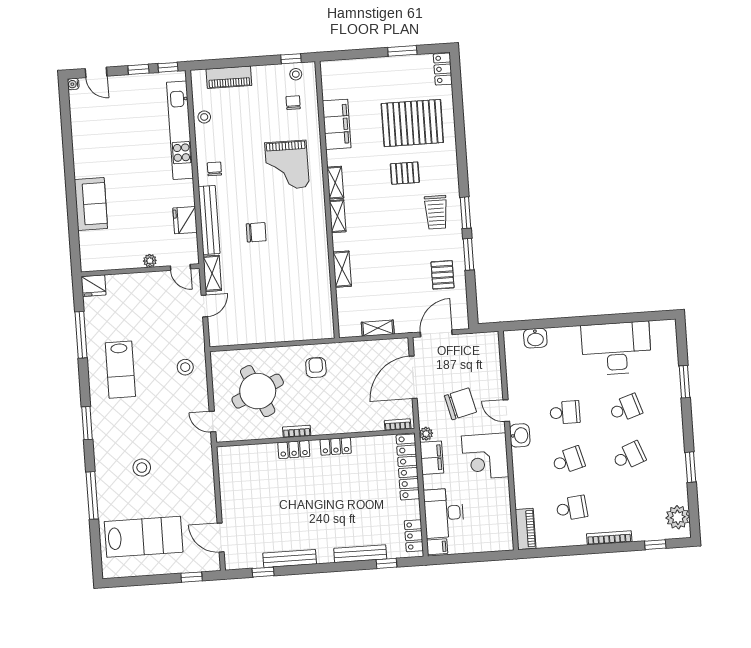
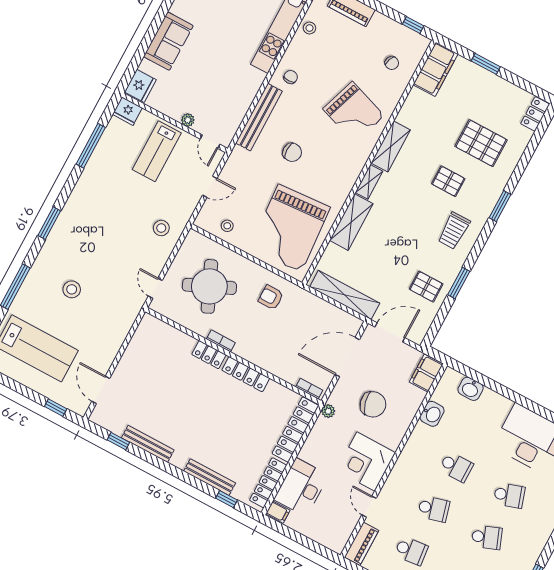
window: (402, 51) -> (486, 64), moved
stool: (296, 74) -> (227, 226), moved
chair: (293, 103) -> (392, 63), turned 112
pallet: (412, 123) -> (481, 143), width x0.73, depth x0.71
filing cabinet: (337, 124) -> (435, 69), moved
grand piano: (287, 165) -> (354, 112), turned -71
shelving: (335, 183) -> (391, 147), width x1.50, depth x1.33
window: (466, 213) -> (500, 206), moved
fridge: (185, 220) -> (140, 86), moved, turned 180
shelving: (342, 269) -> (351, 222), width x1.50, depth x1.33
shelving: (212, 273) -> (234, 164), removed
pallet: (443, 275) -> (426, 287), turned 90
grand piano: (295, 298) -> (290, 228), added
shelving: (378, 328) -> (345, 295), width x2.20, depth x1.33
armchair: (316, 368) -> (271, 297), turned -90
lab bench: (120, 370) -> (157, 151), moved
door: (506, 411) -> (369, 507), moved
washbasin: (520, 435) -> (432, 414), moved
locker: (336, 446) -> (246, 374), width x1.53
filing cabinet: (432, 458) -> (426, 373), moved, turned 180
locker: (414, 536) -> (268, 483), width x1.53

